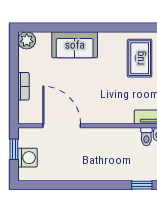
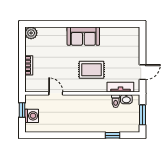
sofa: (75, 45) -> (83, 36), moved
rug: (140, 58) -> (91, 70), moved, turned 90
door: (62, 126) -> (56, 93), width x0.53

